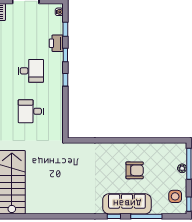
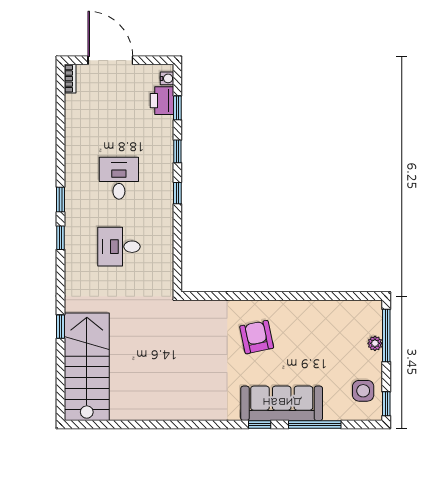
printer: (56, 43) -> (162, 101), moved
desk: (31, 71) -> (119, 178), turned -90
armchair: (135, 170) -> (257, 337), moved, turned -102

